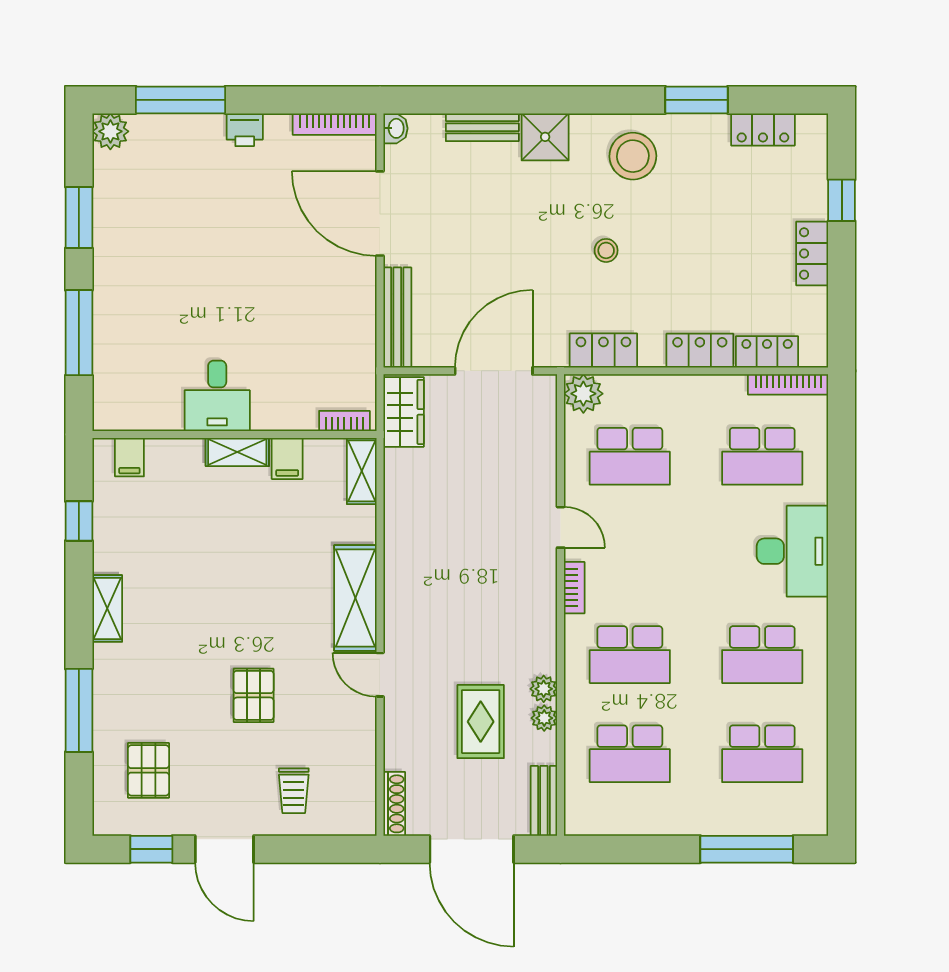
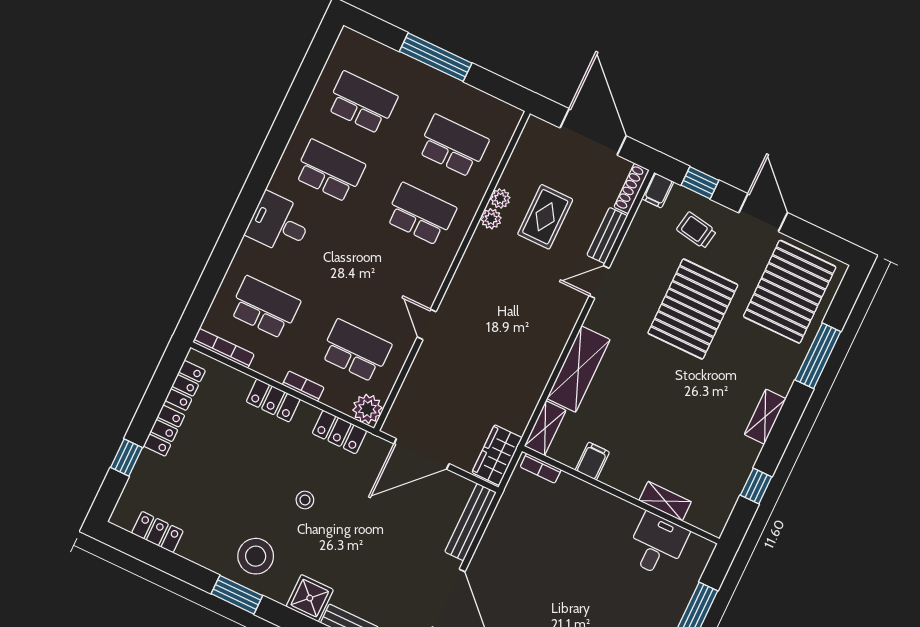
window: (697, 100) -> (237, 595), moved
locker: (767, 352) -> (185, 385), moved, turned -90
desk: (217, 396) -> (657, 545), moved
shelving: (237, 452) -> (665, 501), moved
filing cabinet: (129, 457) -> (658, 190), moved, turned 180
desk: (792, 551) -> (279, 224), width x0.73
bookcase: (574, 588) -> (303, 386), moved, turned 90
shelving: (355, 598) -> (578, 369), moved
door: (380, 675) -> (599, 282), swing flipped
pallet: (254, 695) -> (693, 309), width x2.05, depth x2.00
pallet: (149, 770) -> (790, 292), width x2.05, depth x2.00
trolley: (294, 791) -> (696, 230), turned -80
bench: (544, 801) -> (607, 235), moved
window: (151, 849) -> (700, 183), moved
window: (747, 849) -> (436, 57), moved

